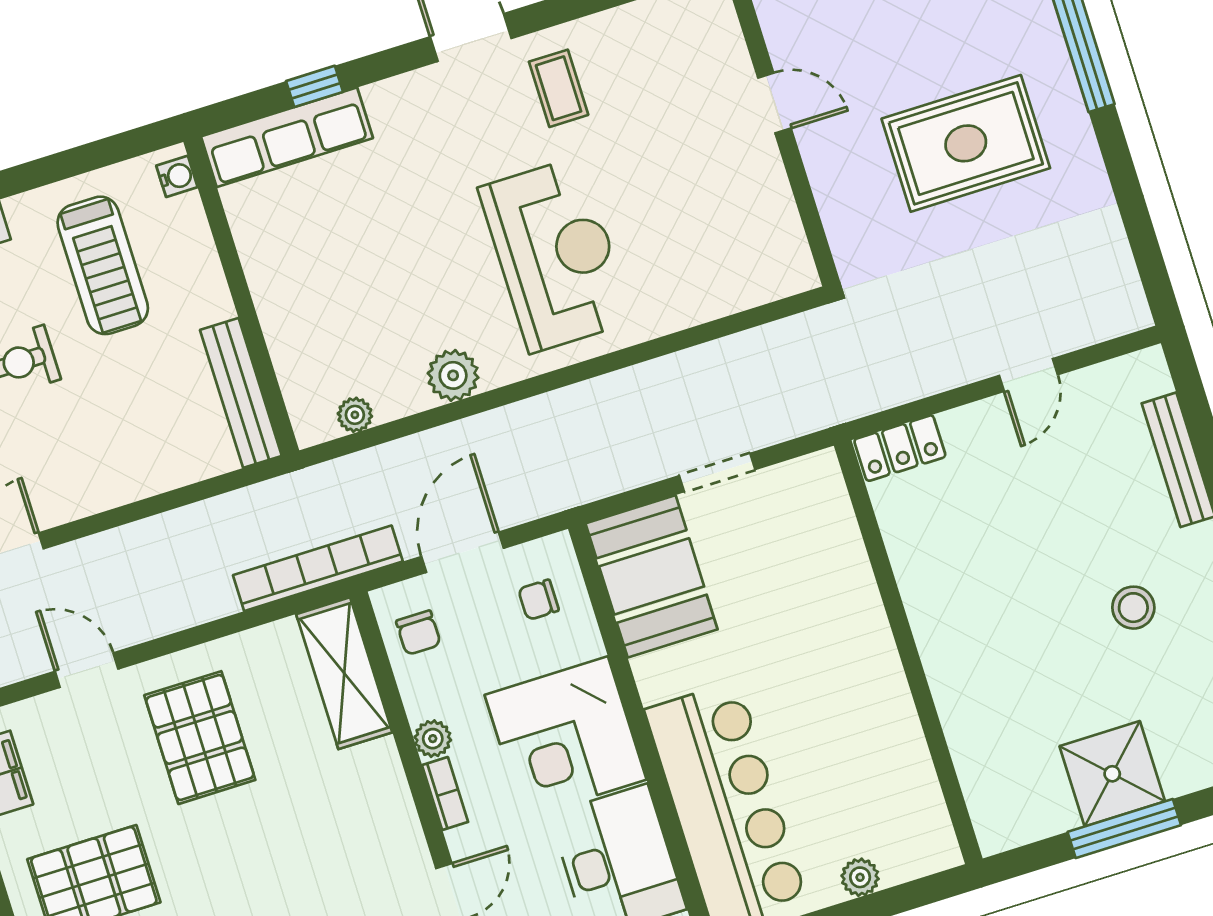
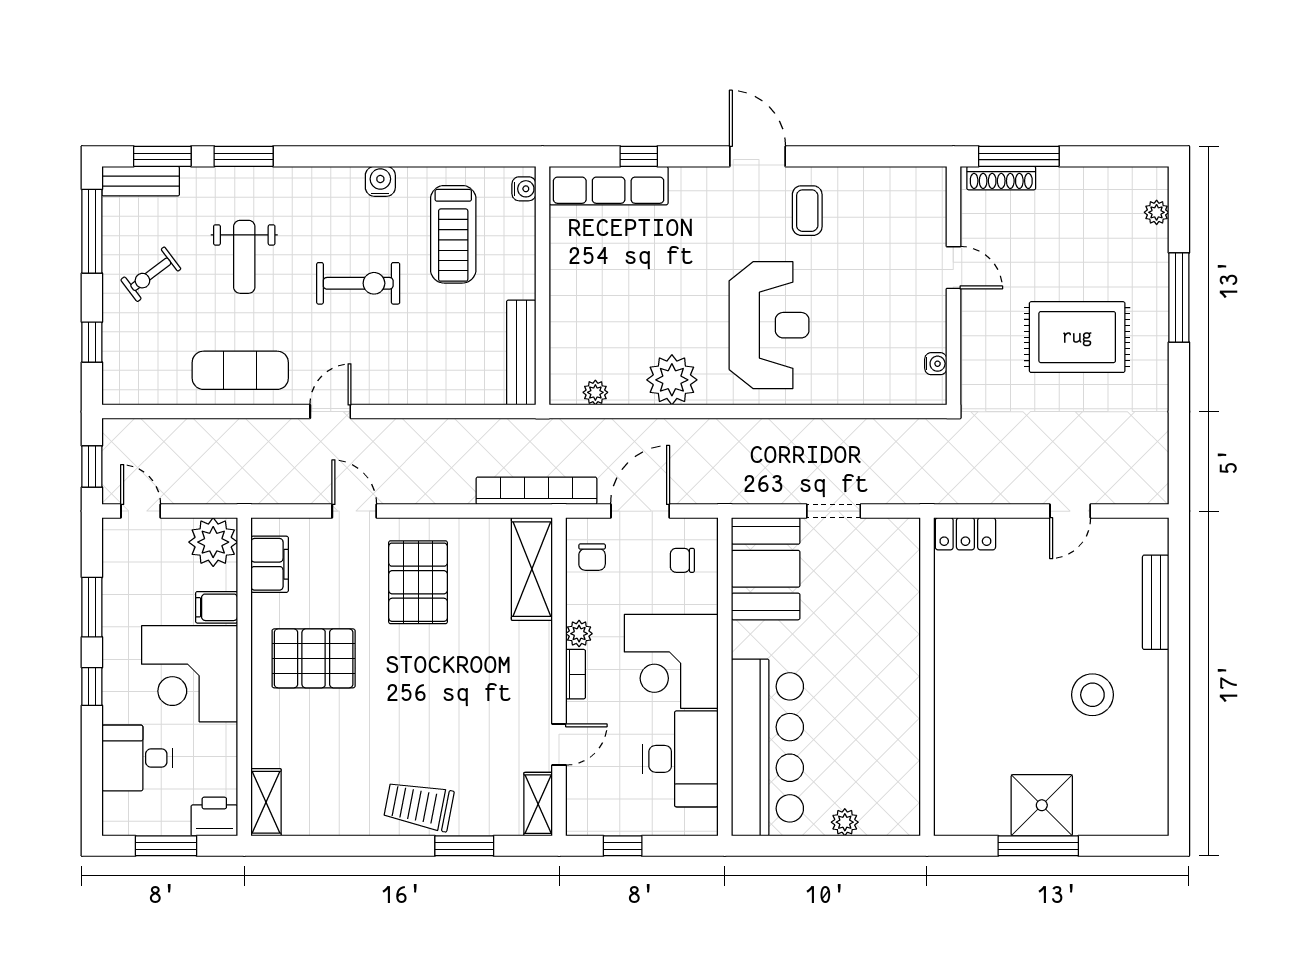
water cooler: (791, 237) -> (936, 364), added
plant: (453, 375) -> (672, 380), width x1.36, depth x1.36
stool: (1133, 608) -> (1092, 695), width x1.38, depth x1.38

